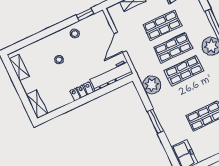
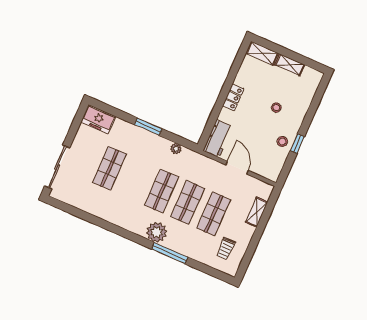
window: (85, 14) -> (297, 144), moved
shelving: (19, 68) -> (290, 65), moved
workbench: (111, 75) -> (218, 139), width x0.73
plant: (152, 85) -> (176, 149), width x0.53, depth x0.53

